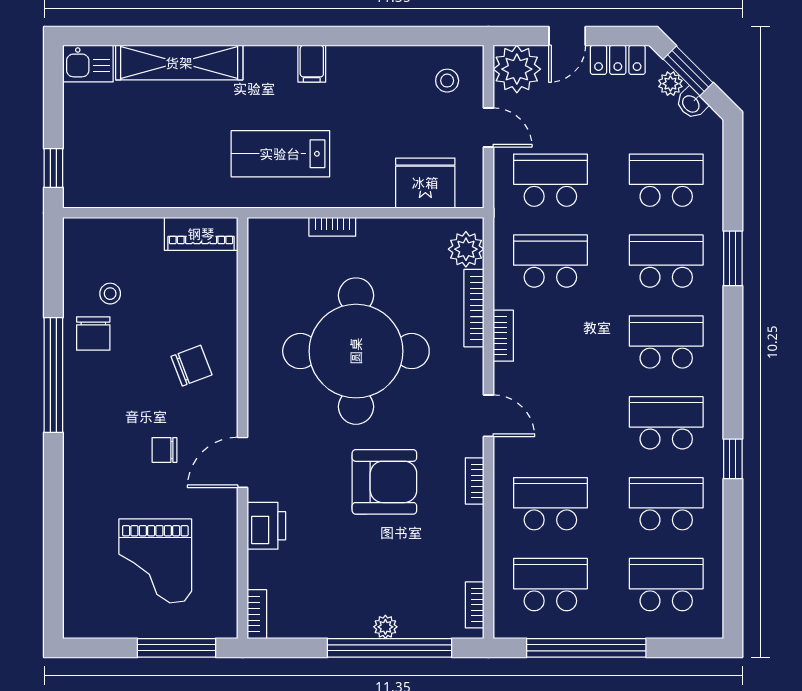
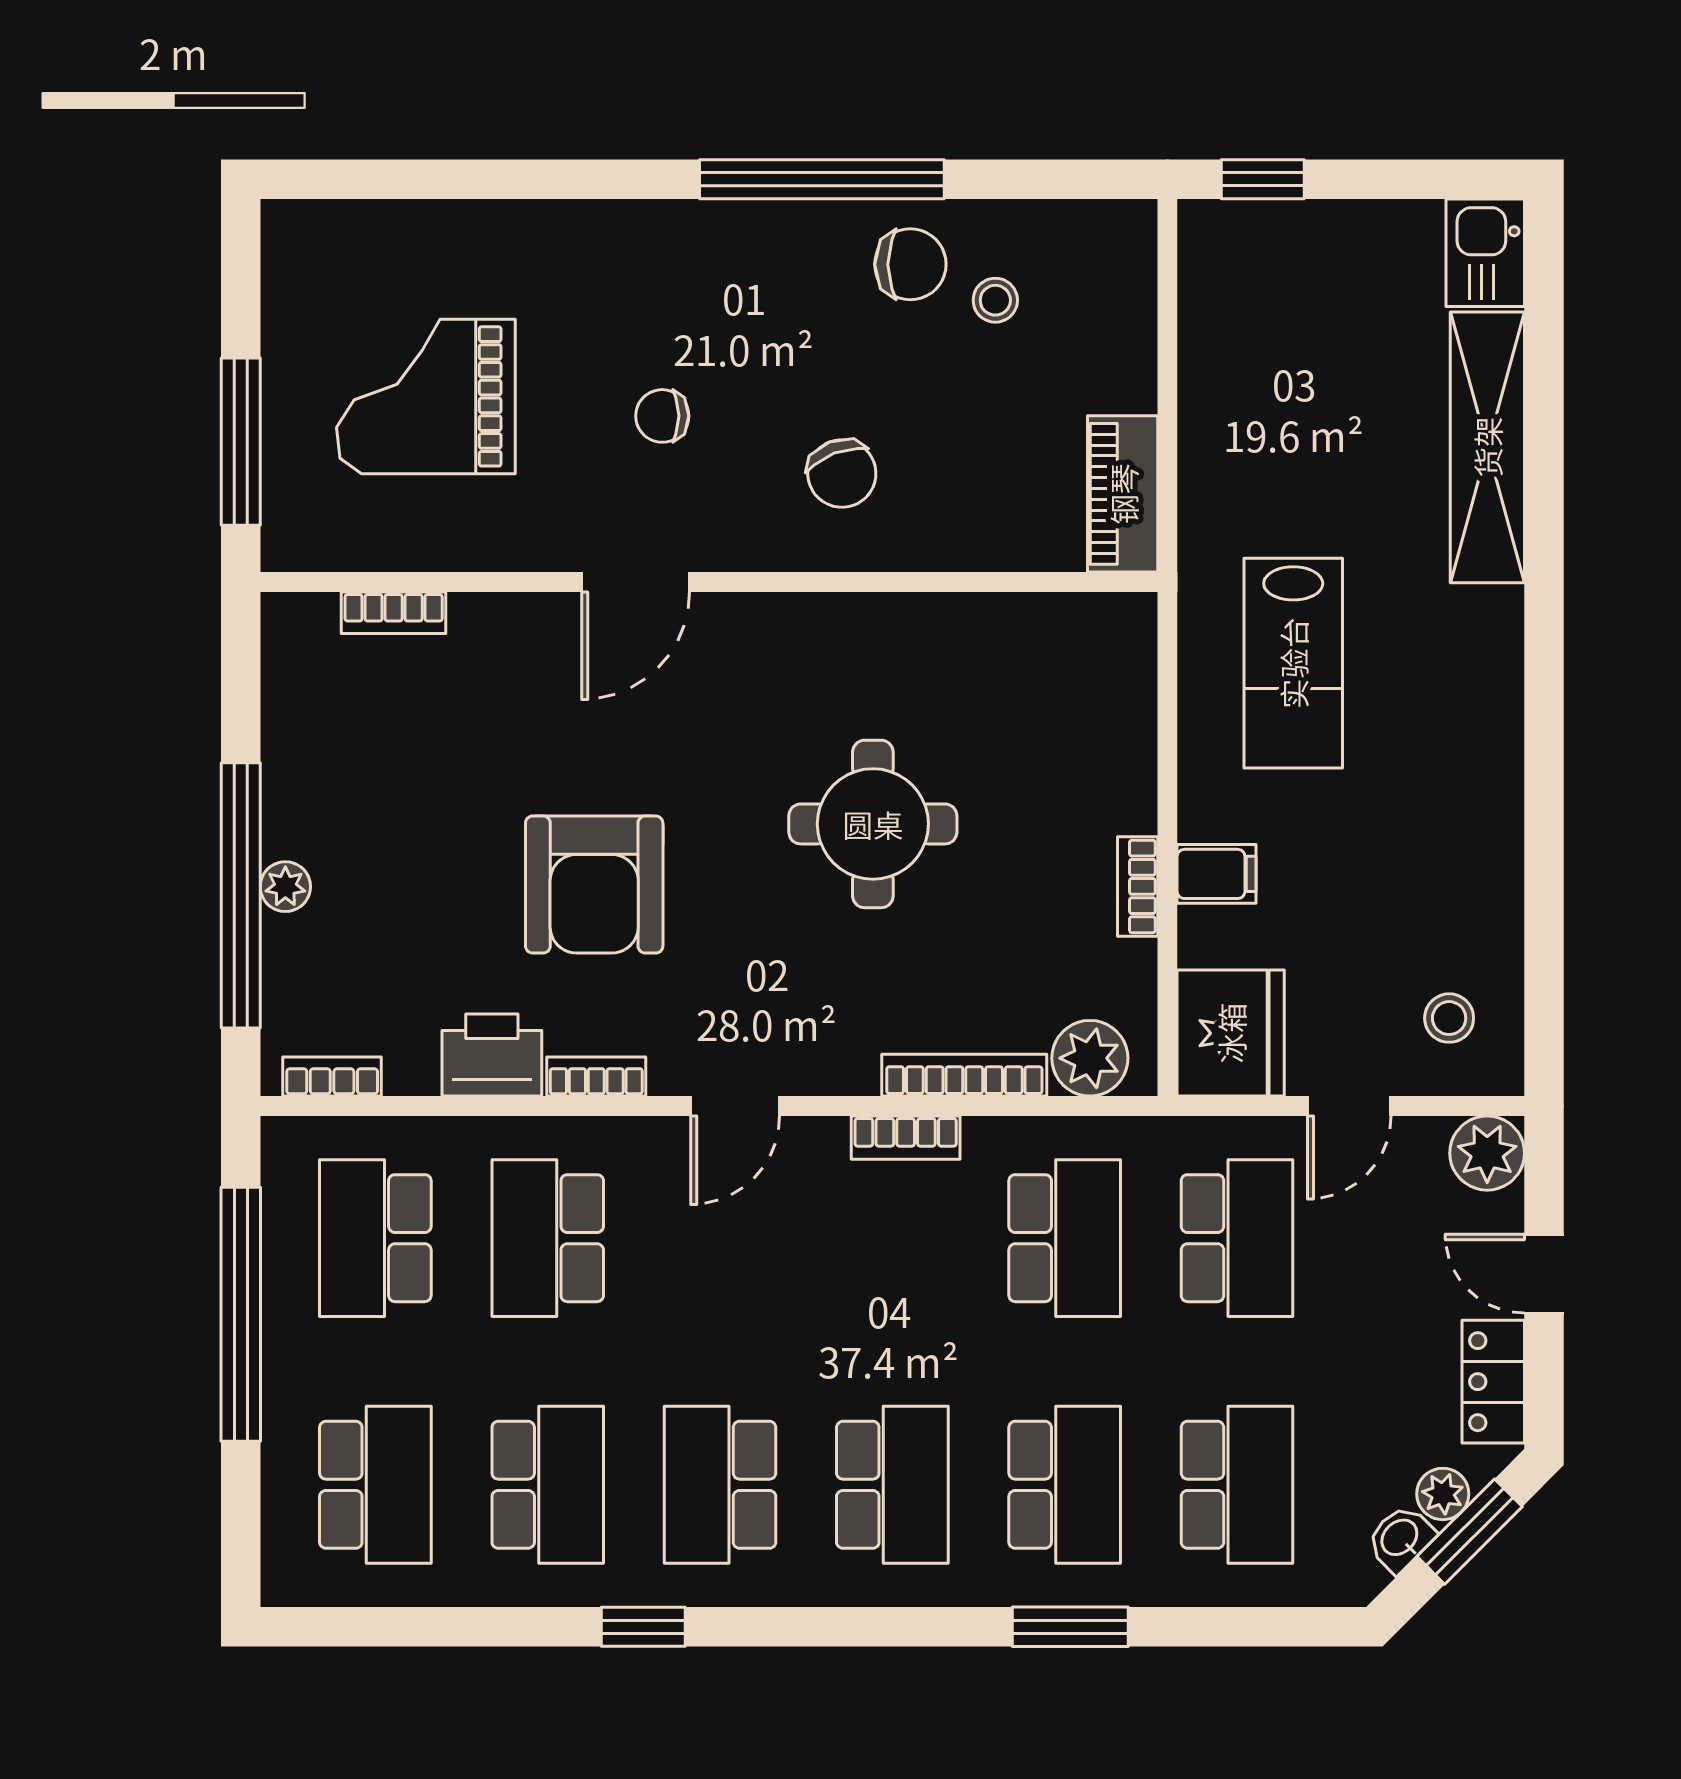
filing cabinet: (312, 64) -> (1217, 874), moved, turned 180
plant: (517, 69) -> (1487, 1153), width x0.73, depth x0.73
lab bench: (280, 154) -> (1293, 663), turned 180
fridge: (425, 183) -> (1231, 1033), moved
bookcase: (332, 227) -> (1138, 886), moved
chair: (93, 333) -> (910, 264), turned 180
round table: (356, 351) -> (873, 824), width x0.54, depth x0.54
school desk: (666, 423) -> (720, 1485), turned 180
chair: (164, 450) -> (662, 416), turned -90
door: (242, 462) -> (636, 582), swing flipped
school desk: (550, 504) -> (548, 1238), turned 180
printer: (266, 526) -> (492, 1055), moved, turned 180
school desk: (550, 585) -> (375, 1238), turned 180
bookcase: (257, 614) -> (394, 613), moved

